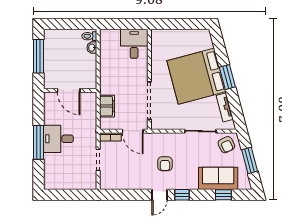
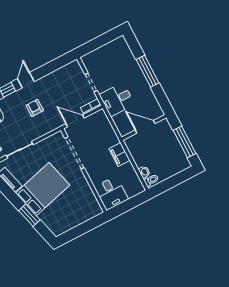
bed: (196, 76) -> (43, 189), width x0.73
window: (227, 77) -> (29, 215), moved
filing cabinet: (107, 106) -> (119, 155), moved
desk: (58, 139) -> (117, 99), moved, turned 180

